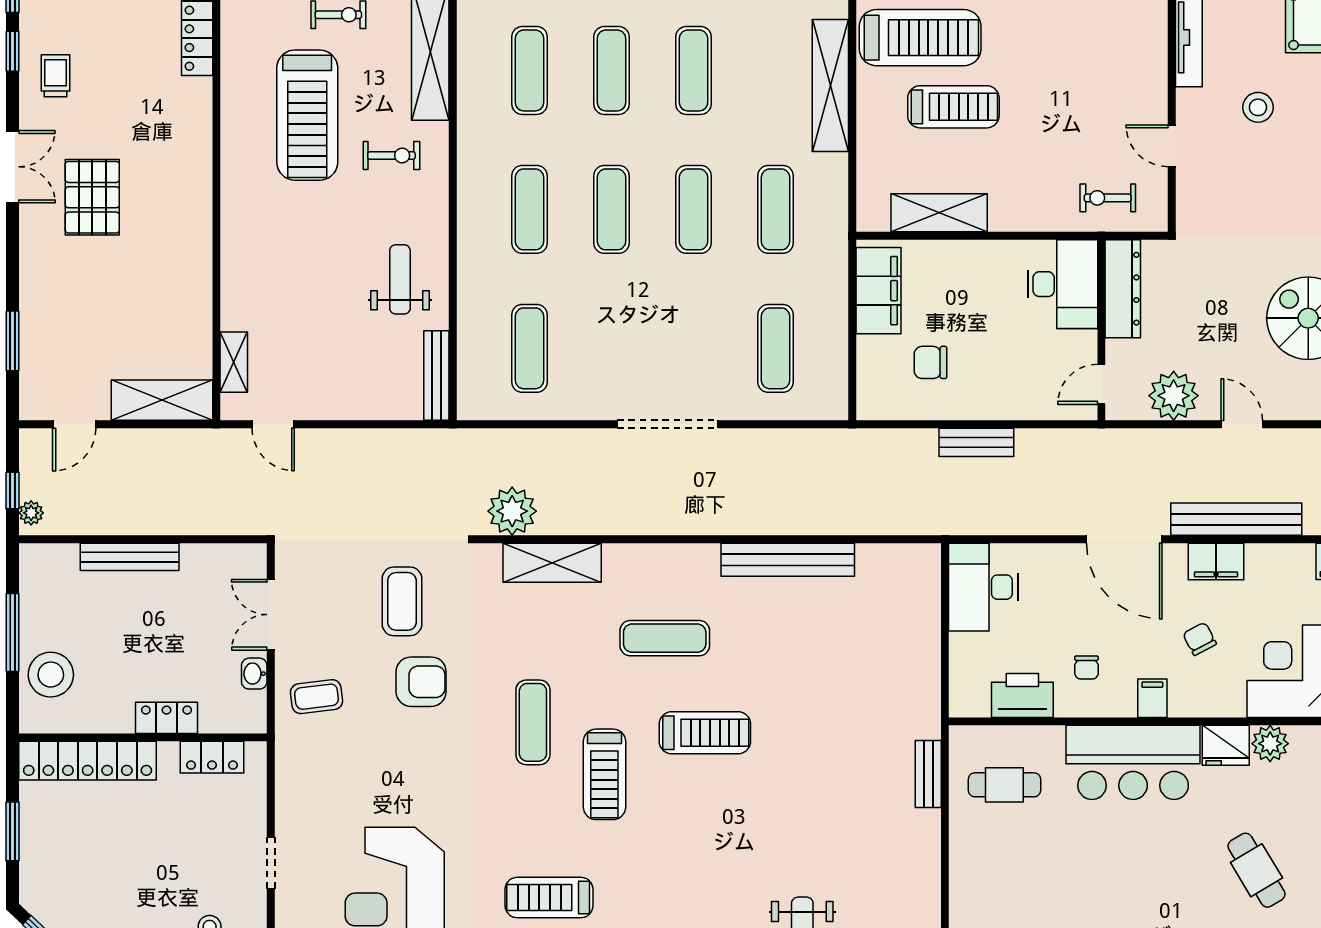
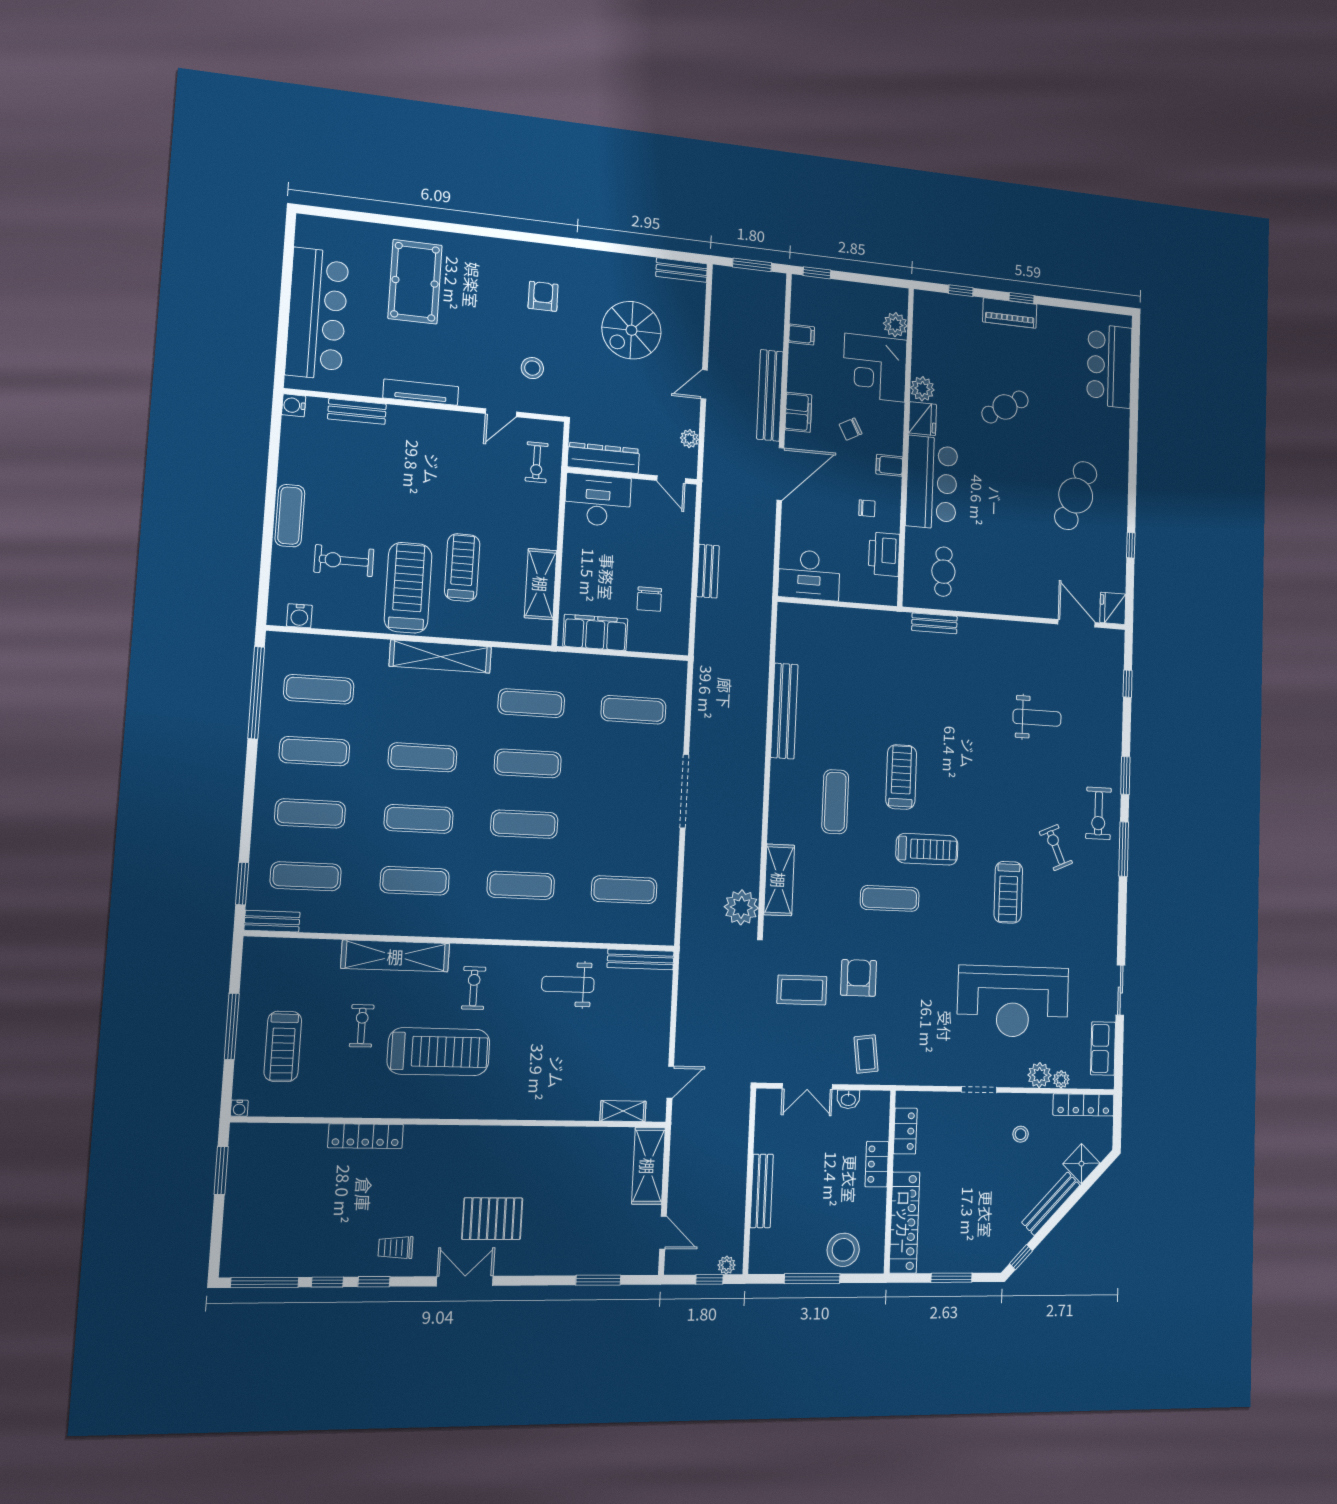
stool: (1258, 107) -> (532, 368), moved
plant: (1174, 396) -> (689, 439), width x0.53, depth x0.53

